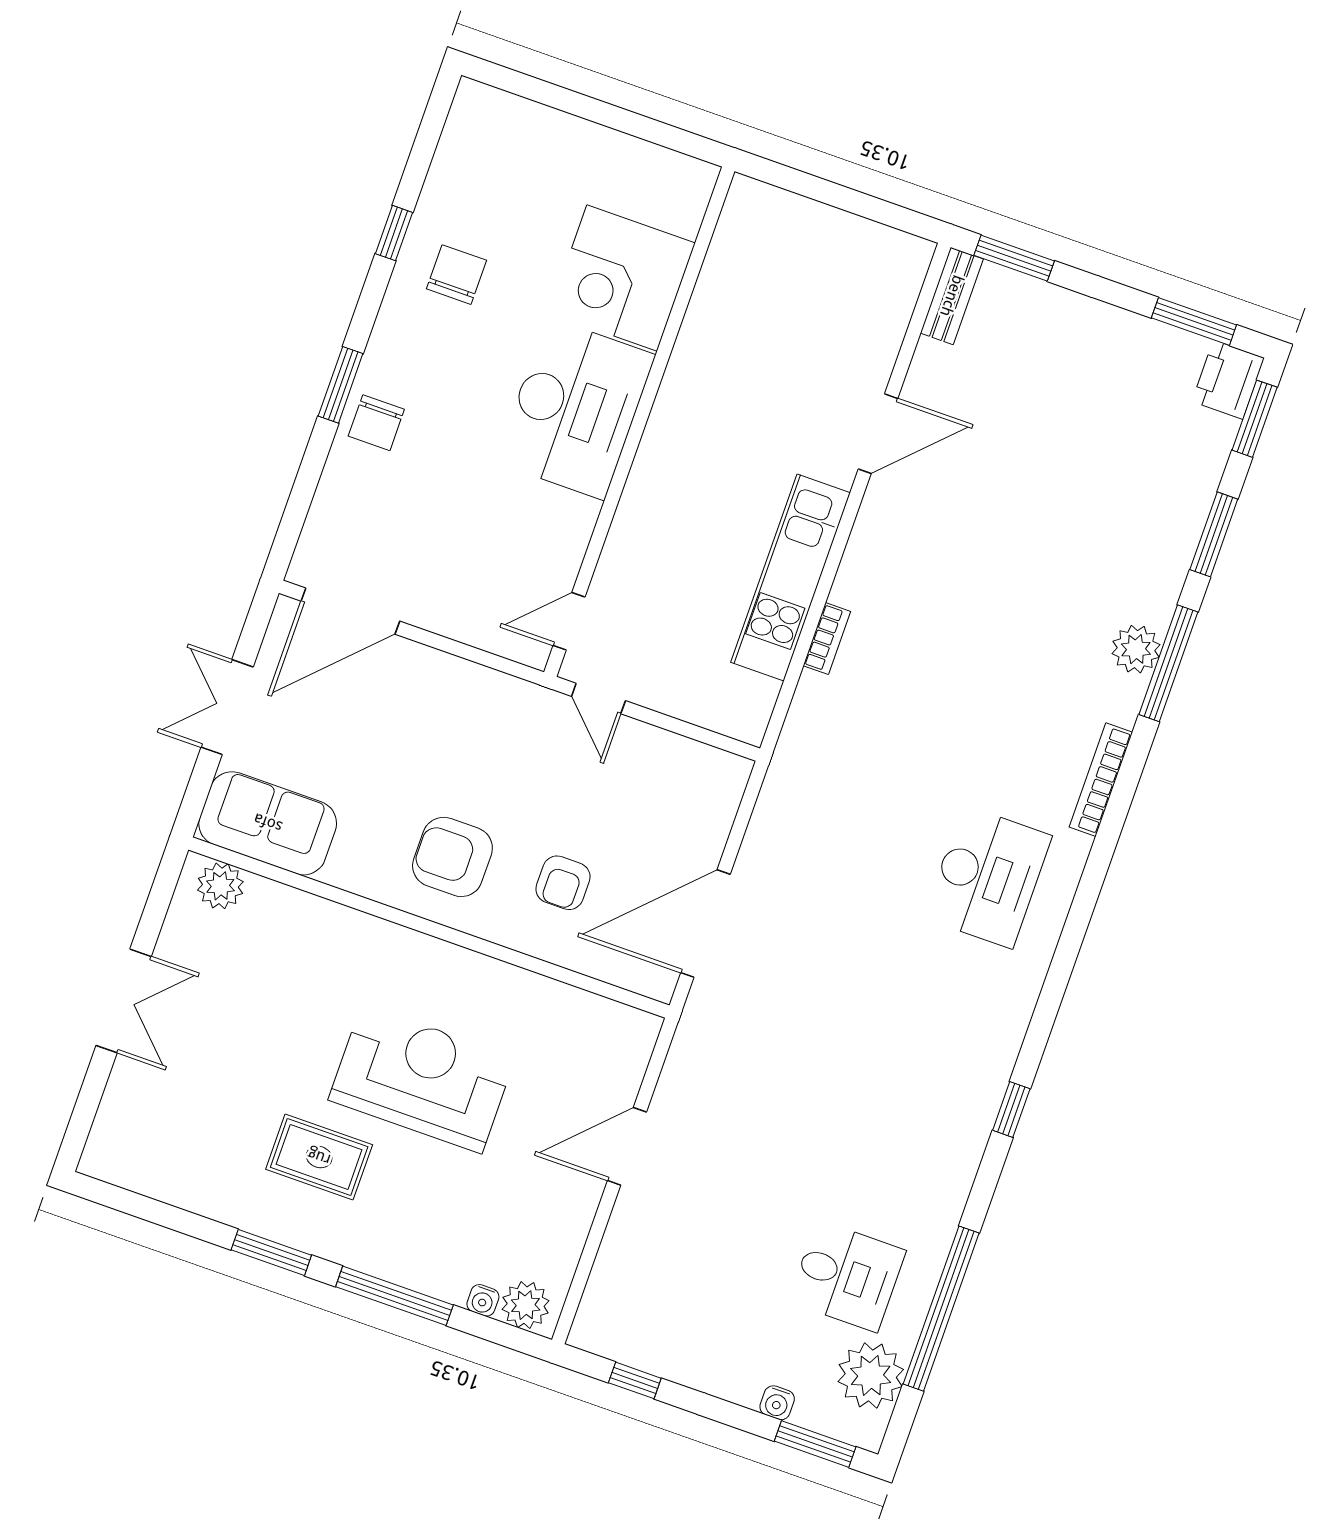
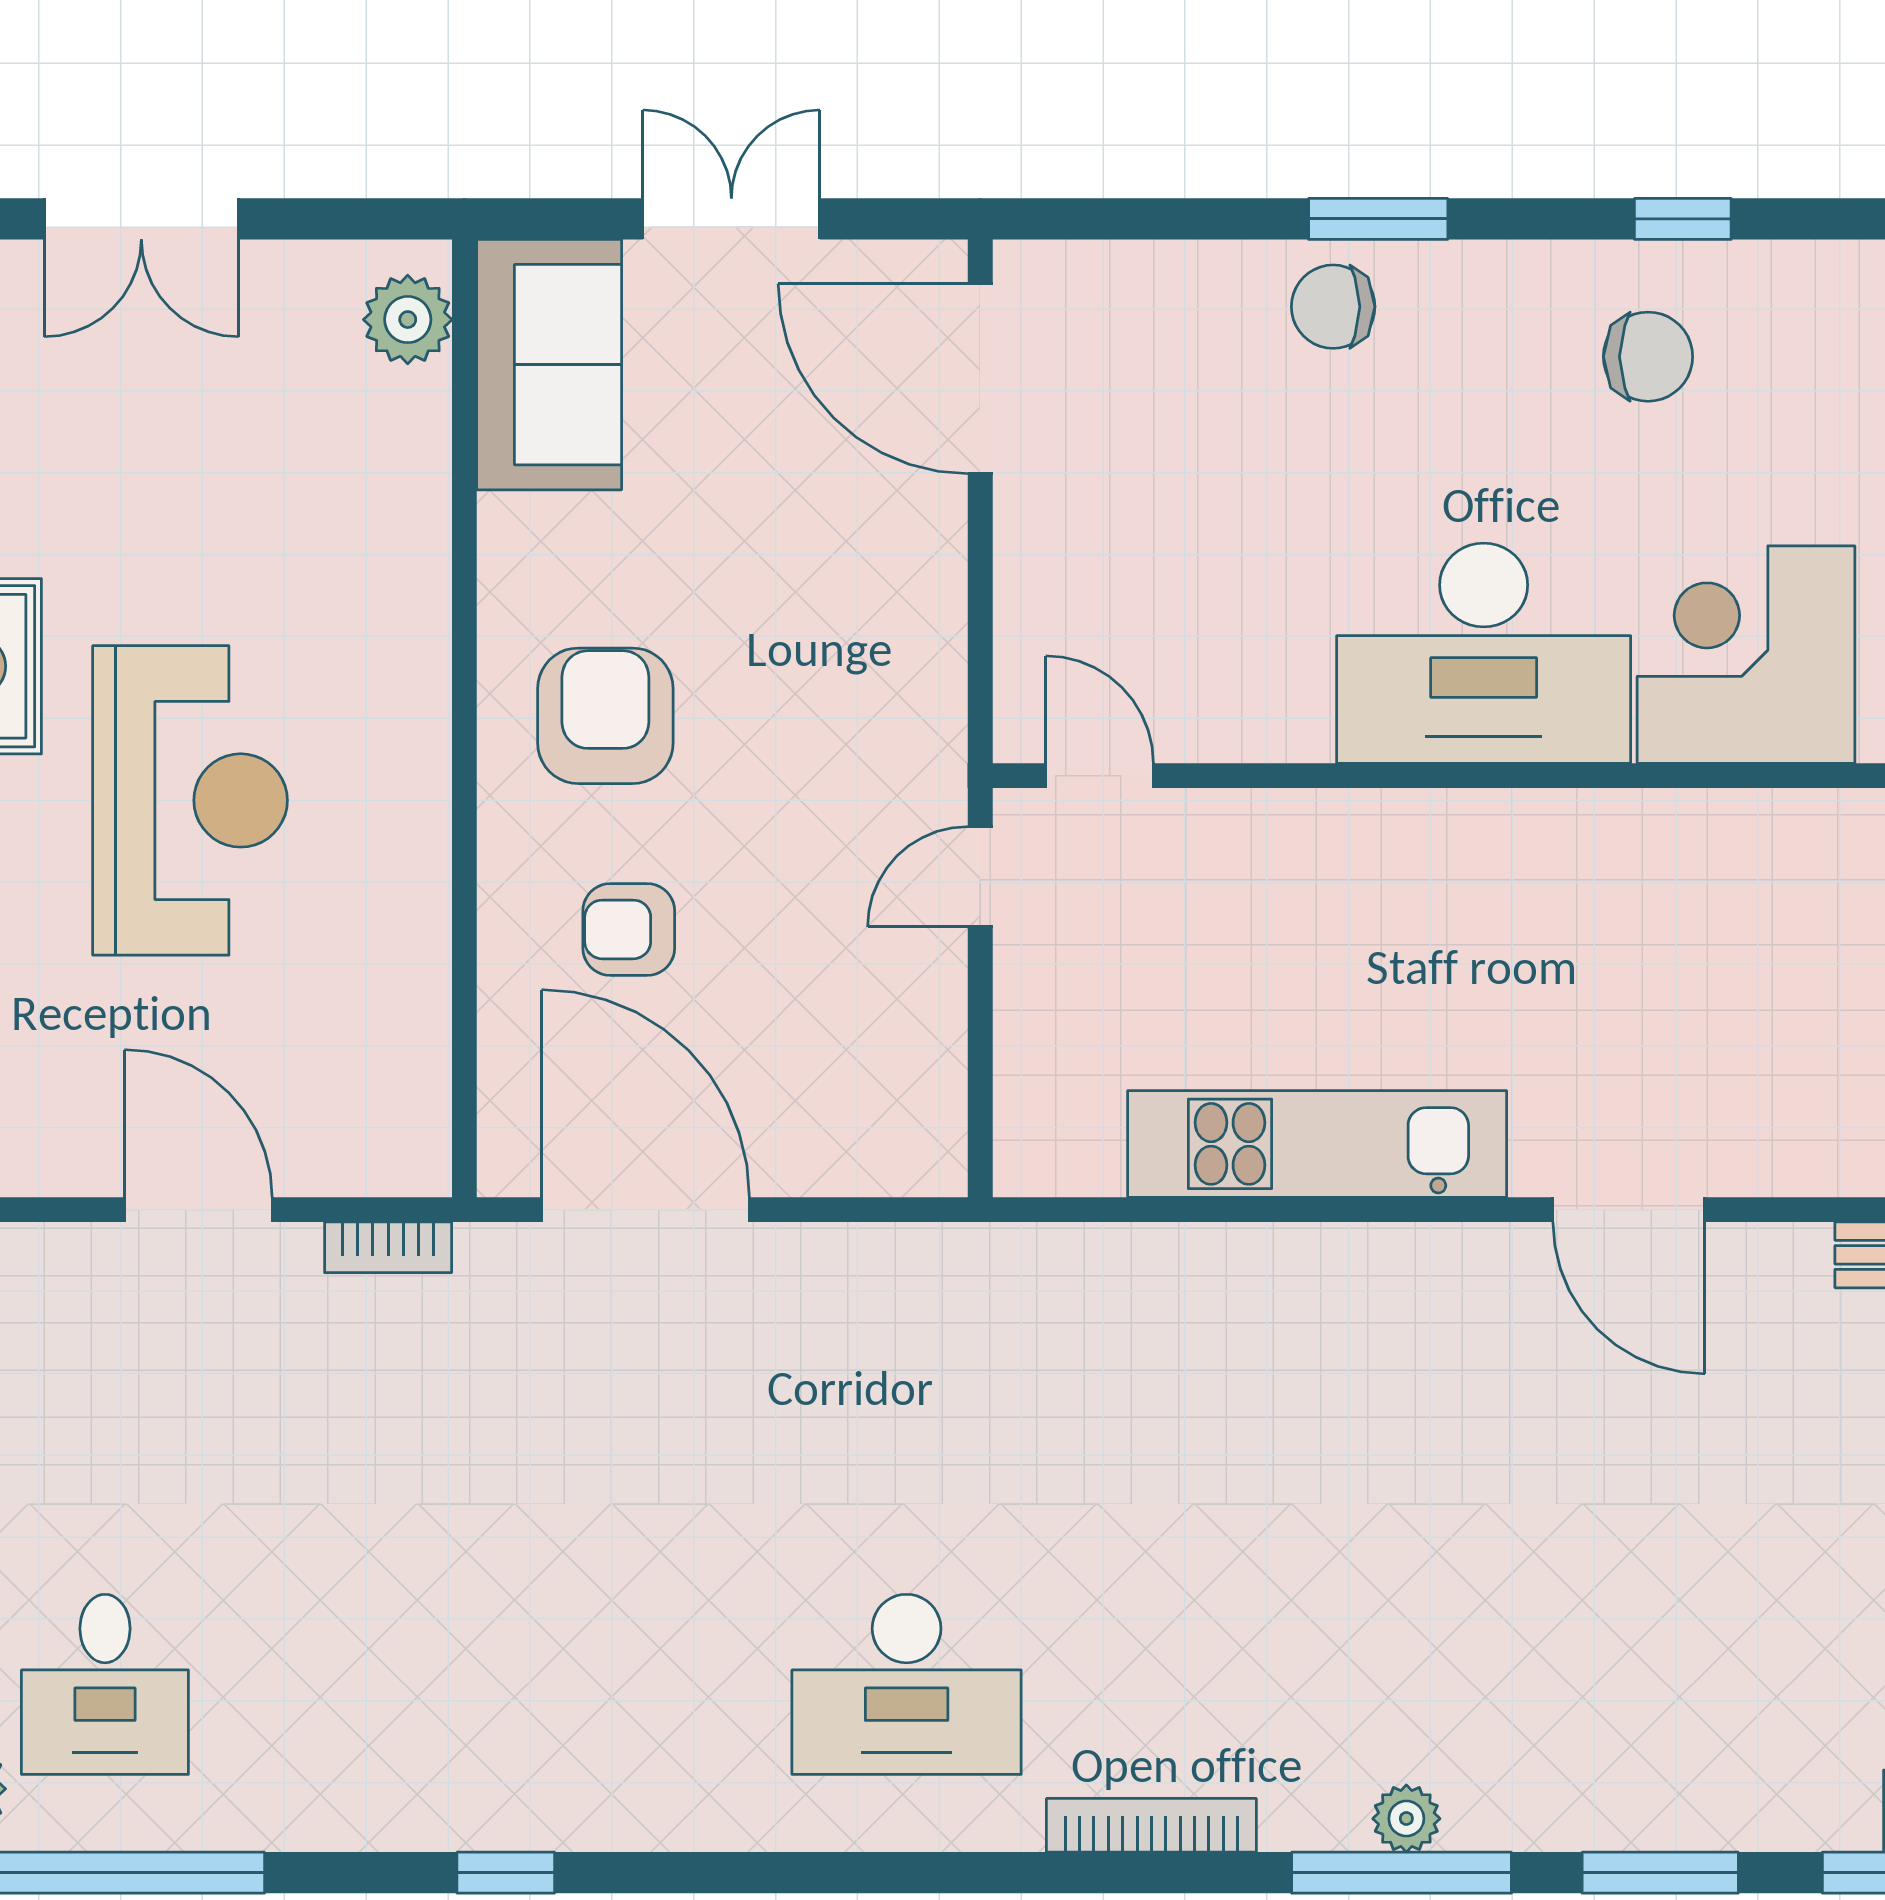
bookcase: (827, 639) -> (388, 1247), moved
plant: (1136, 649) -> (1406, 1819), width x0.73, depth x0.73

